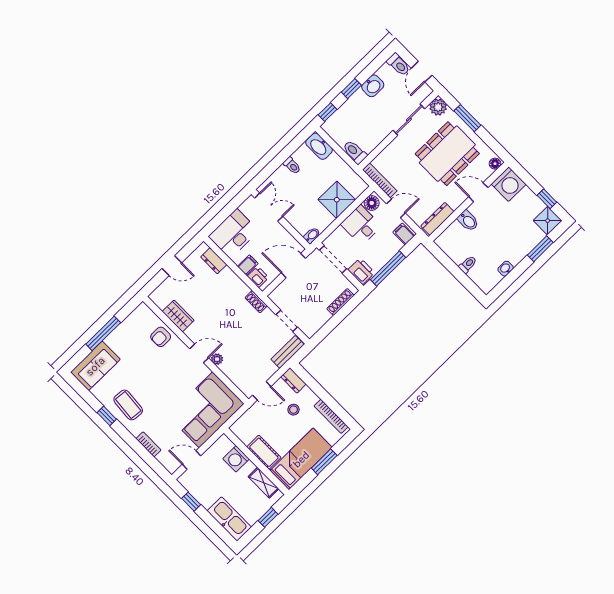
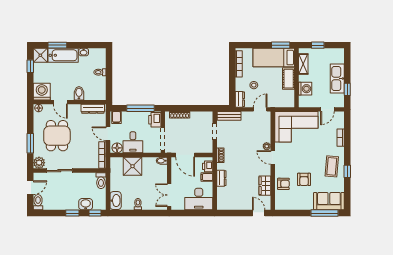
washbasin: (373, 86) -> (86, 204), moved
dining table: (447, 154) -> (57, 136), width x0.73
bathtub: (524, 244) -> (63, 55), added
dresser: (214, 261) -> (221, 178), moved
door: (172, 266) -> (259, 213), moved
window: (103, 333) -> (324, 213), moved
armchair: (144, 363) -> (304, 179), added
door: (262, 391) -> (260, 109), hinge flipped
door: (192, 460) -> (327, 109), hinge flipped
window: (324, 462) -> (281, 45), moved
kitchen sink: (229, 519) -> (337, 79), moved

